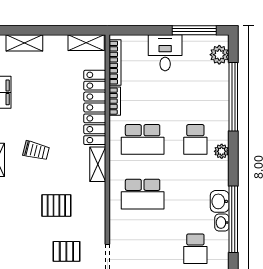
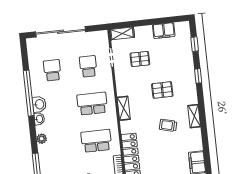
school desk: (195, 139) -> (88, 66), moved
shelving: (98, 164) -> (124, 108), moved
pallet: (56, 206) -> (162, 90), moved
washbasin: (222, 223) -> (39, 119), moved

